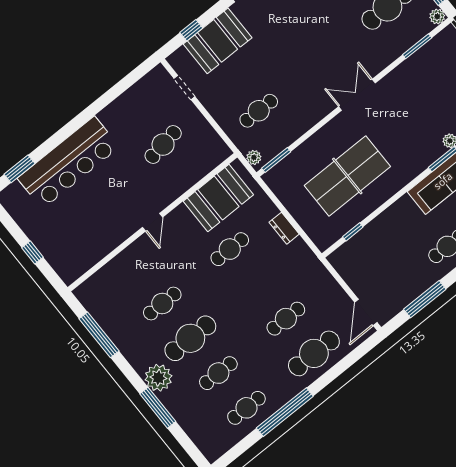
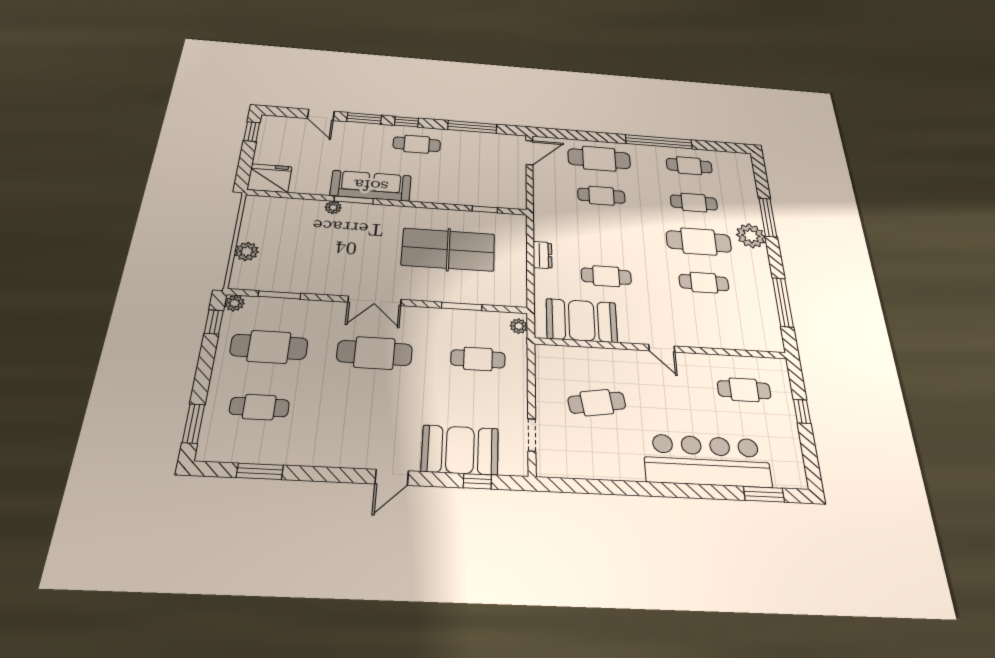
cafe table: (323, 59) -> (375, 353), added
window: (276, 160) -> (462, 306), moved
door: (152, 222) -> (662, 348), swing flipped
cafe table: (79, 237) -> (744, 390), added

